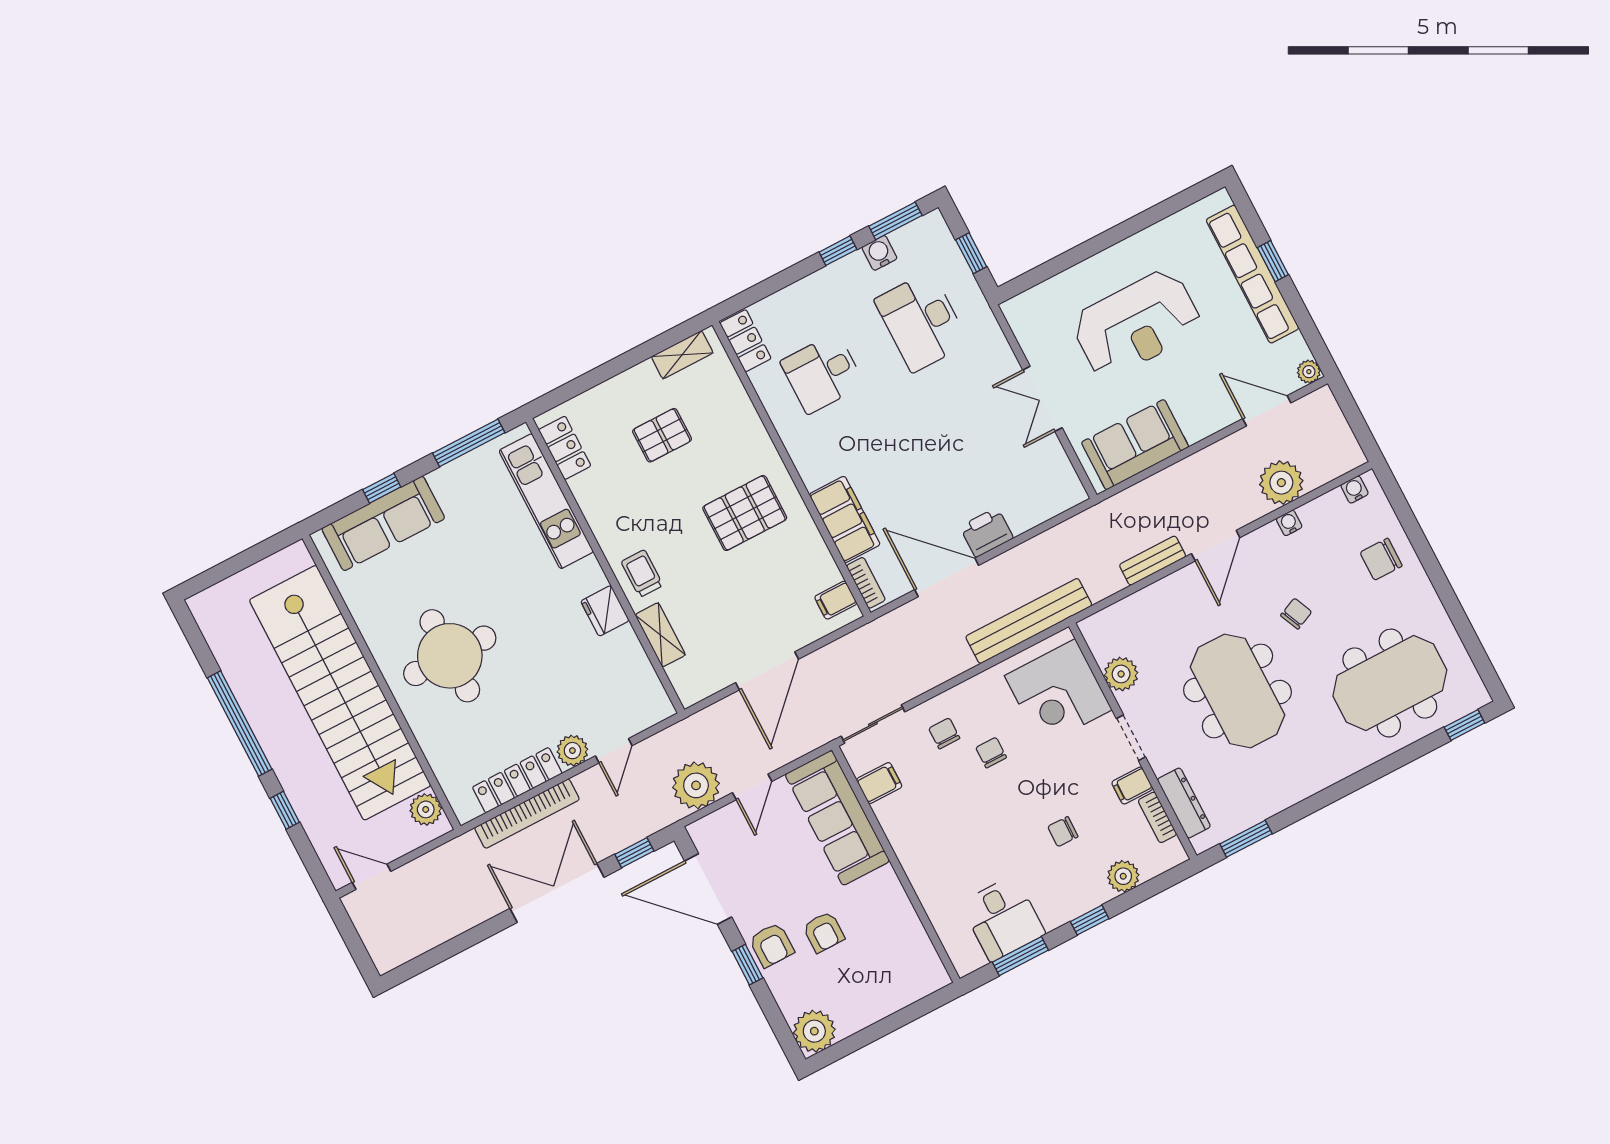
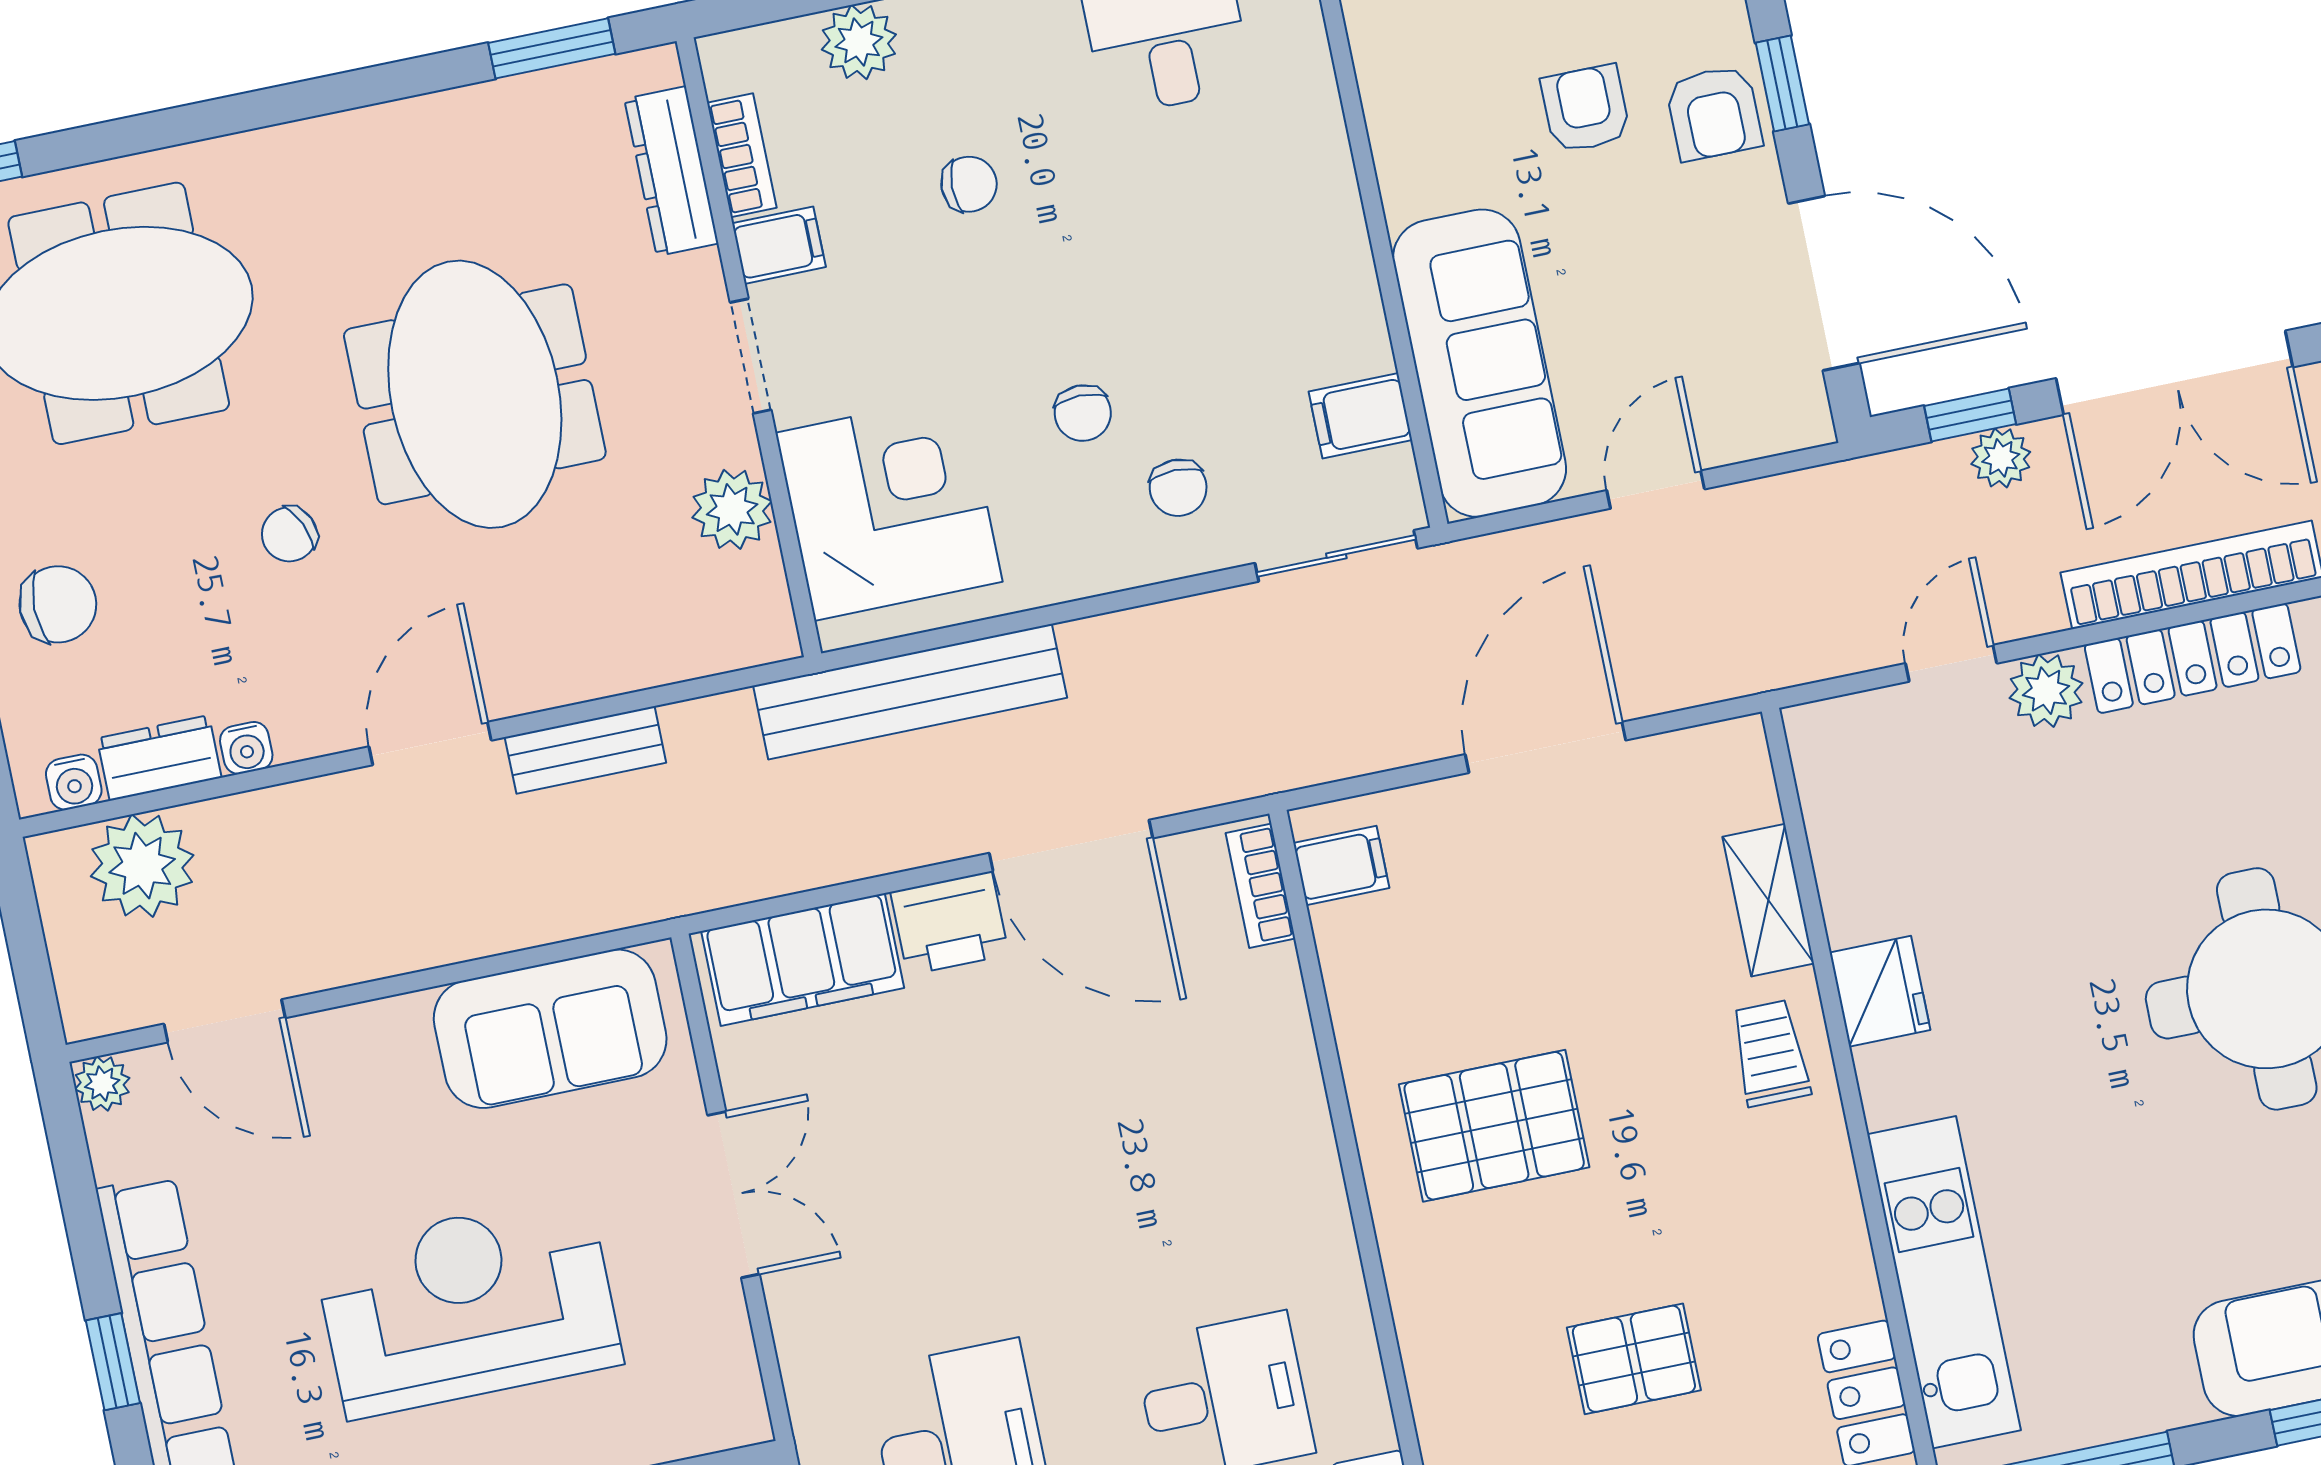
plant: (1281, 483) -> (142, 866), moved
dresser: (1323, 509) -> (159, 758), added
filing cabinet: (845, 519) -> (803, 960), moved, turned -90
trolley: (642, 574) -> (1770, 1053), turned 180
plant: (696, 785) -> (2001, 458), moved, width x0.53, depth x0.53
armchair: (772, 945) -> (1714, 113), turned 180

